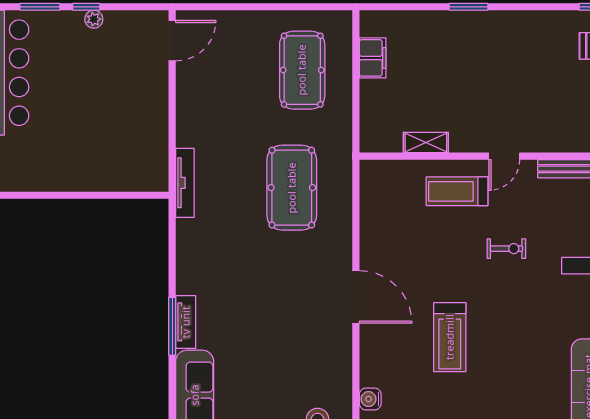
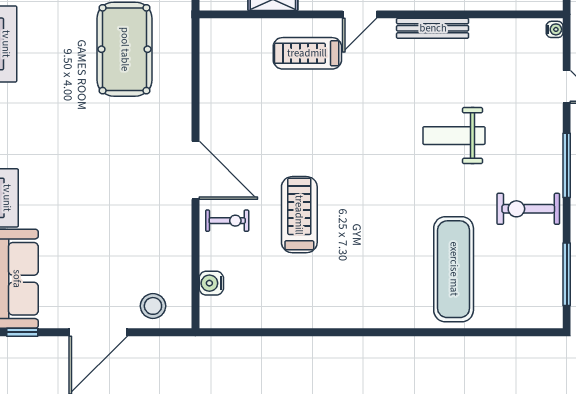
exercise bike: (506, 249) -> (227, 221), moved
treadmill: (450, 337) -> (299, 215), turned 180

